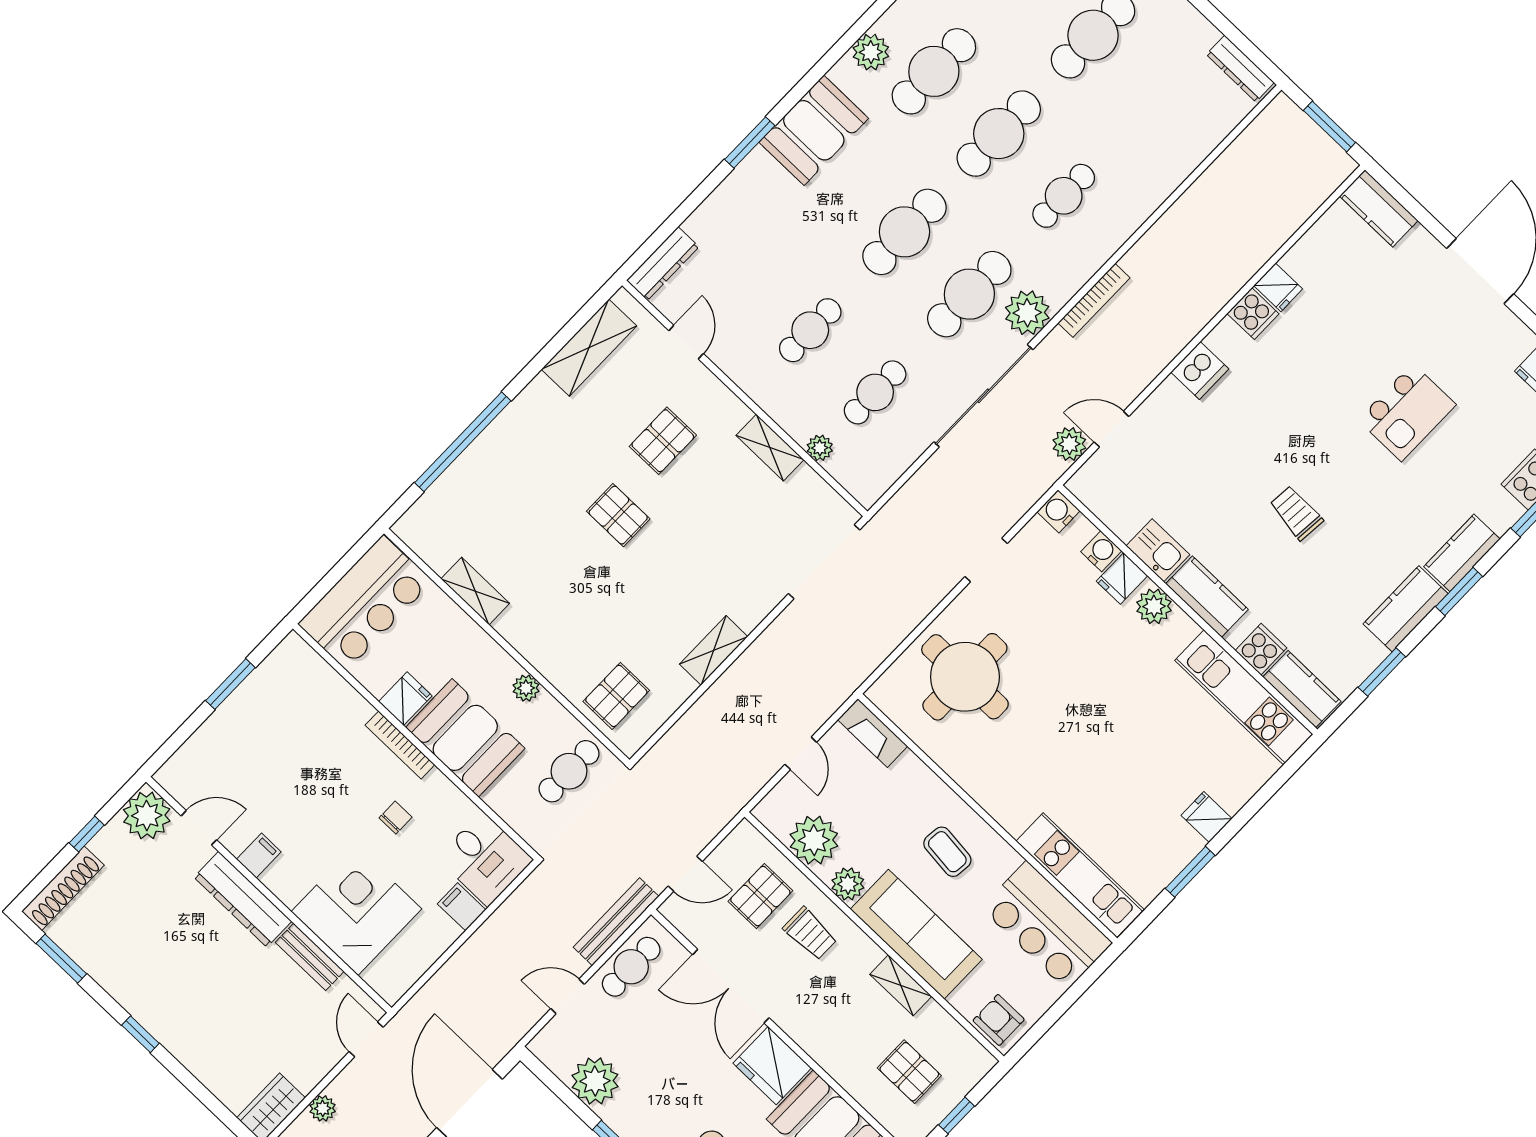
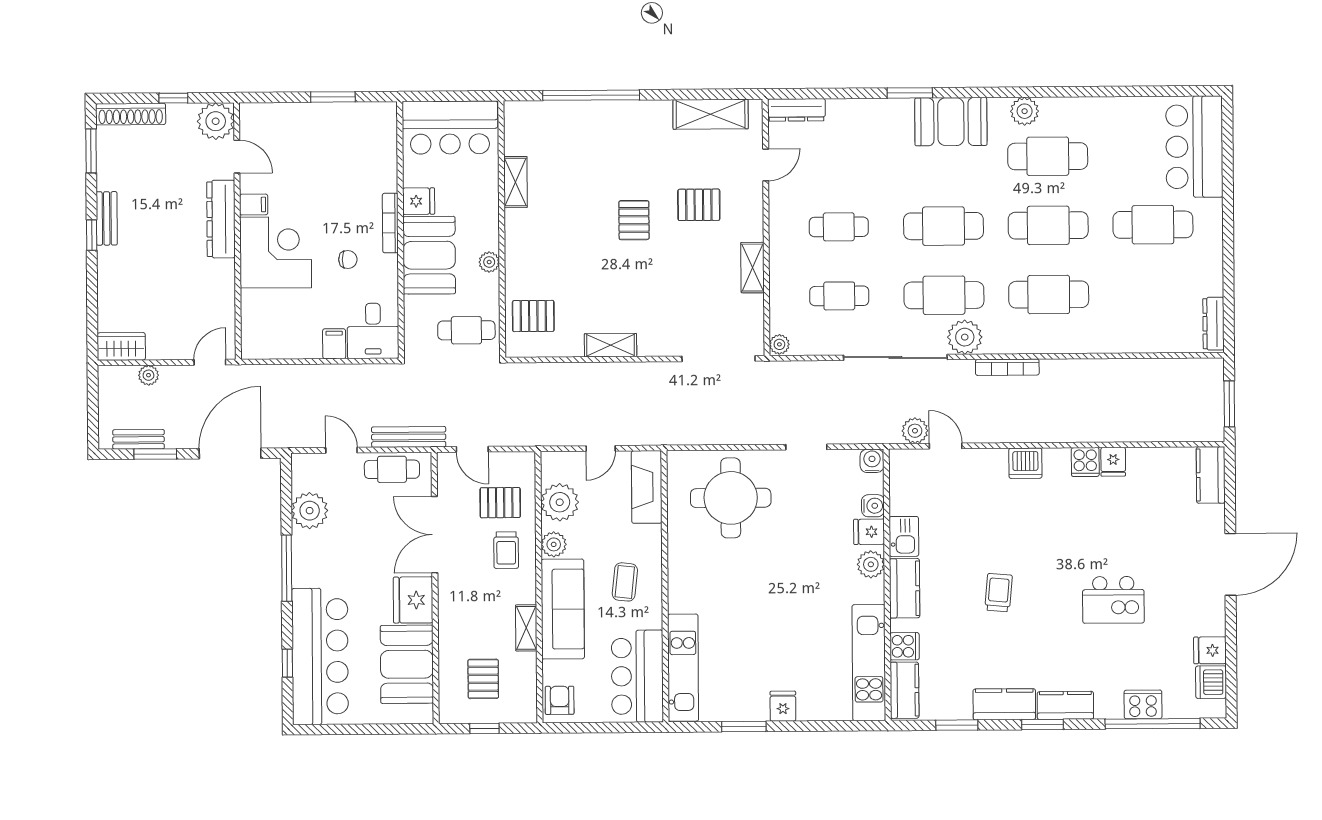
cafe table: (1064, 196) -> (1049, 294), width x1.37, depth x1.35
plant: (820, 448) -> (779, 344), moved
fireplace: (873, 733) -> (647, 487), width x1.37, depth x1.32
corner desk: (356, 910) -> (276, 252), moved
bench: (310, 957) -> (107, 218), moved

